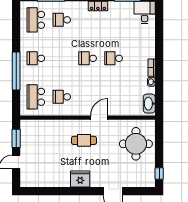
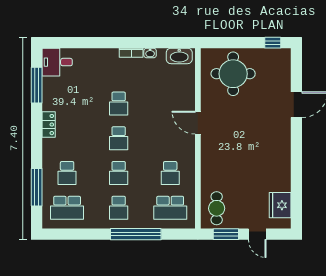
school desk: (62, 58) -> (119, 173), added
cafe table: (84, 140) -> (217, 208), moved
fridge: (80, 179) -> (280, 205), moved

